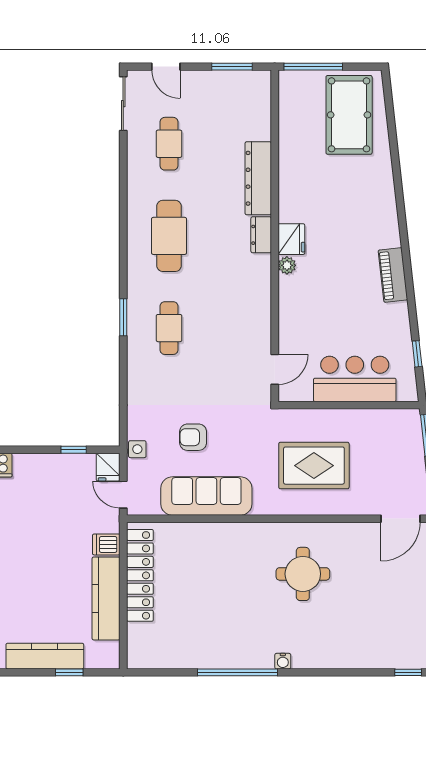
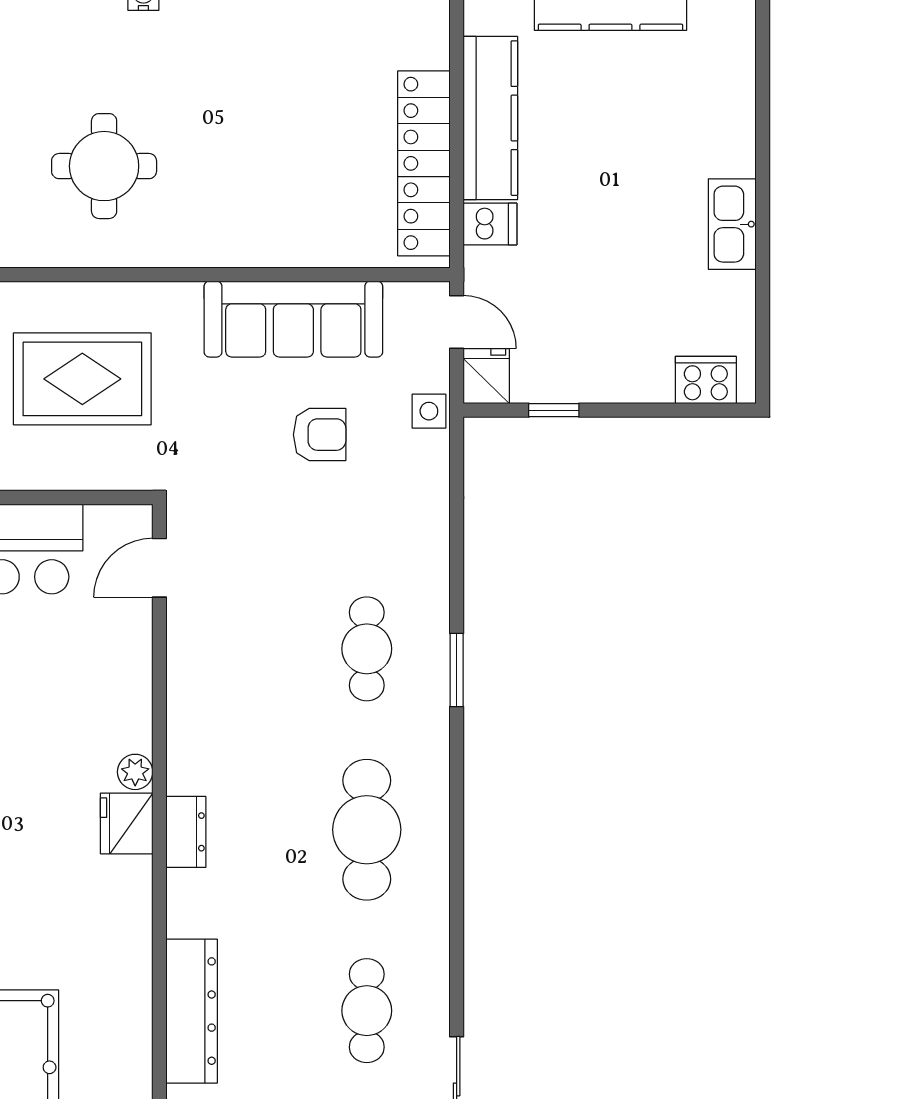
dresser: (258, 178) -> (192, 1011), moved

